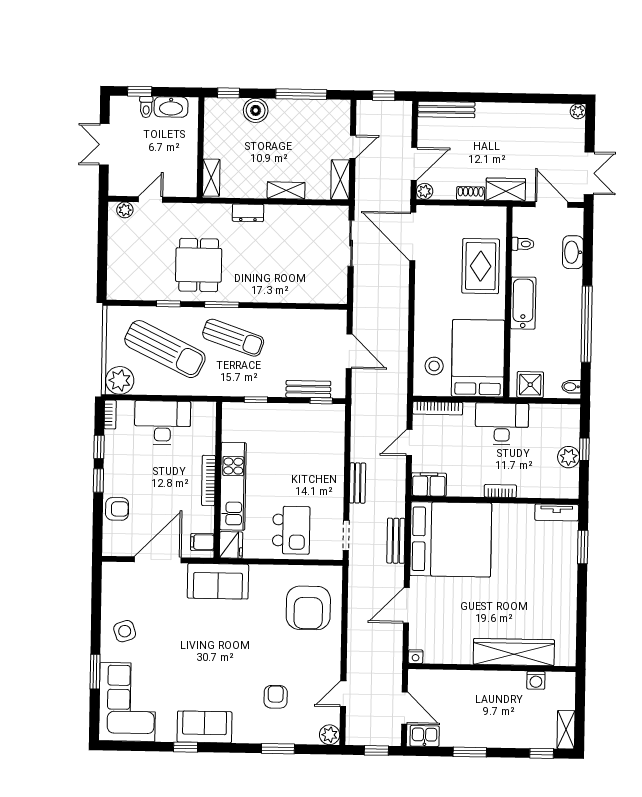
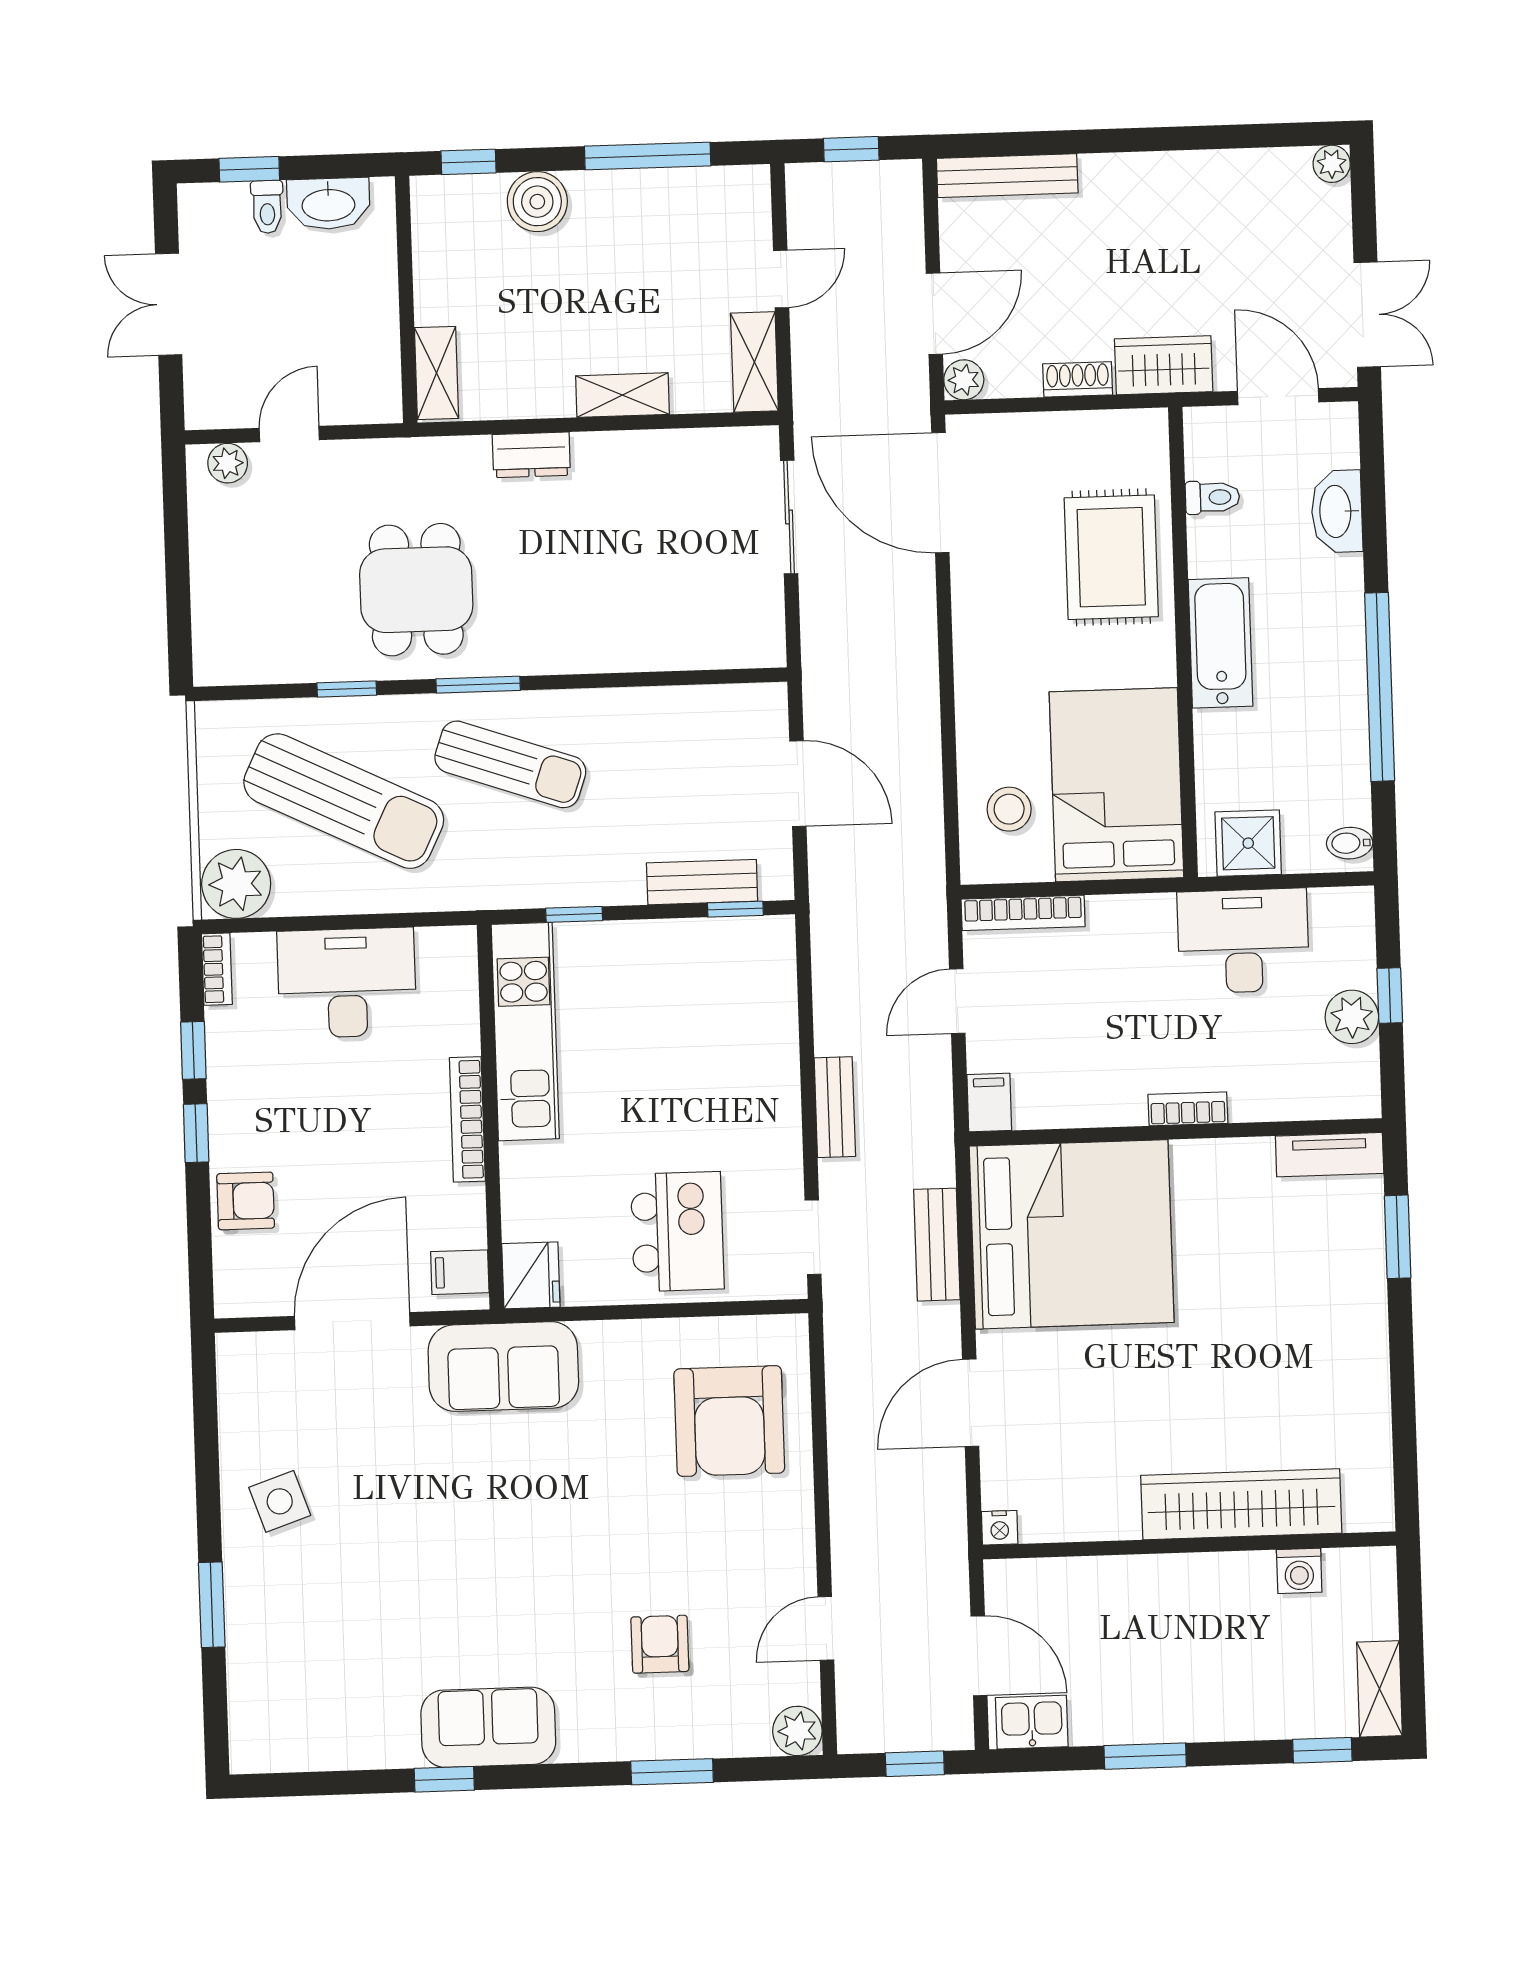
desk: (502, 424) -> (1243, 941), moved
filing cabinet: (429, 484) -> (989, 1103), width x0.50
kitchen unit: (233, 486) -> (525, 1032), moved
corner sofa: (127, 702) -> (295, 1675), removed

